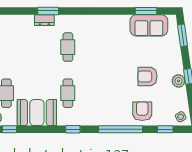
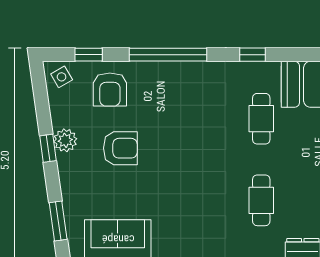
armchair: (142, 111) -> (110, 89), moved

